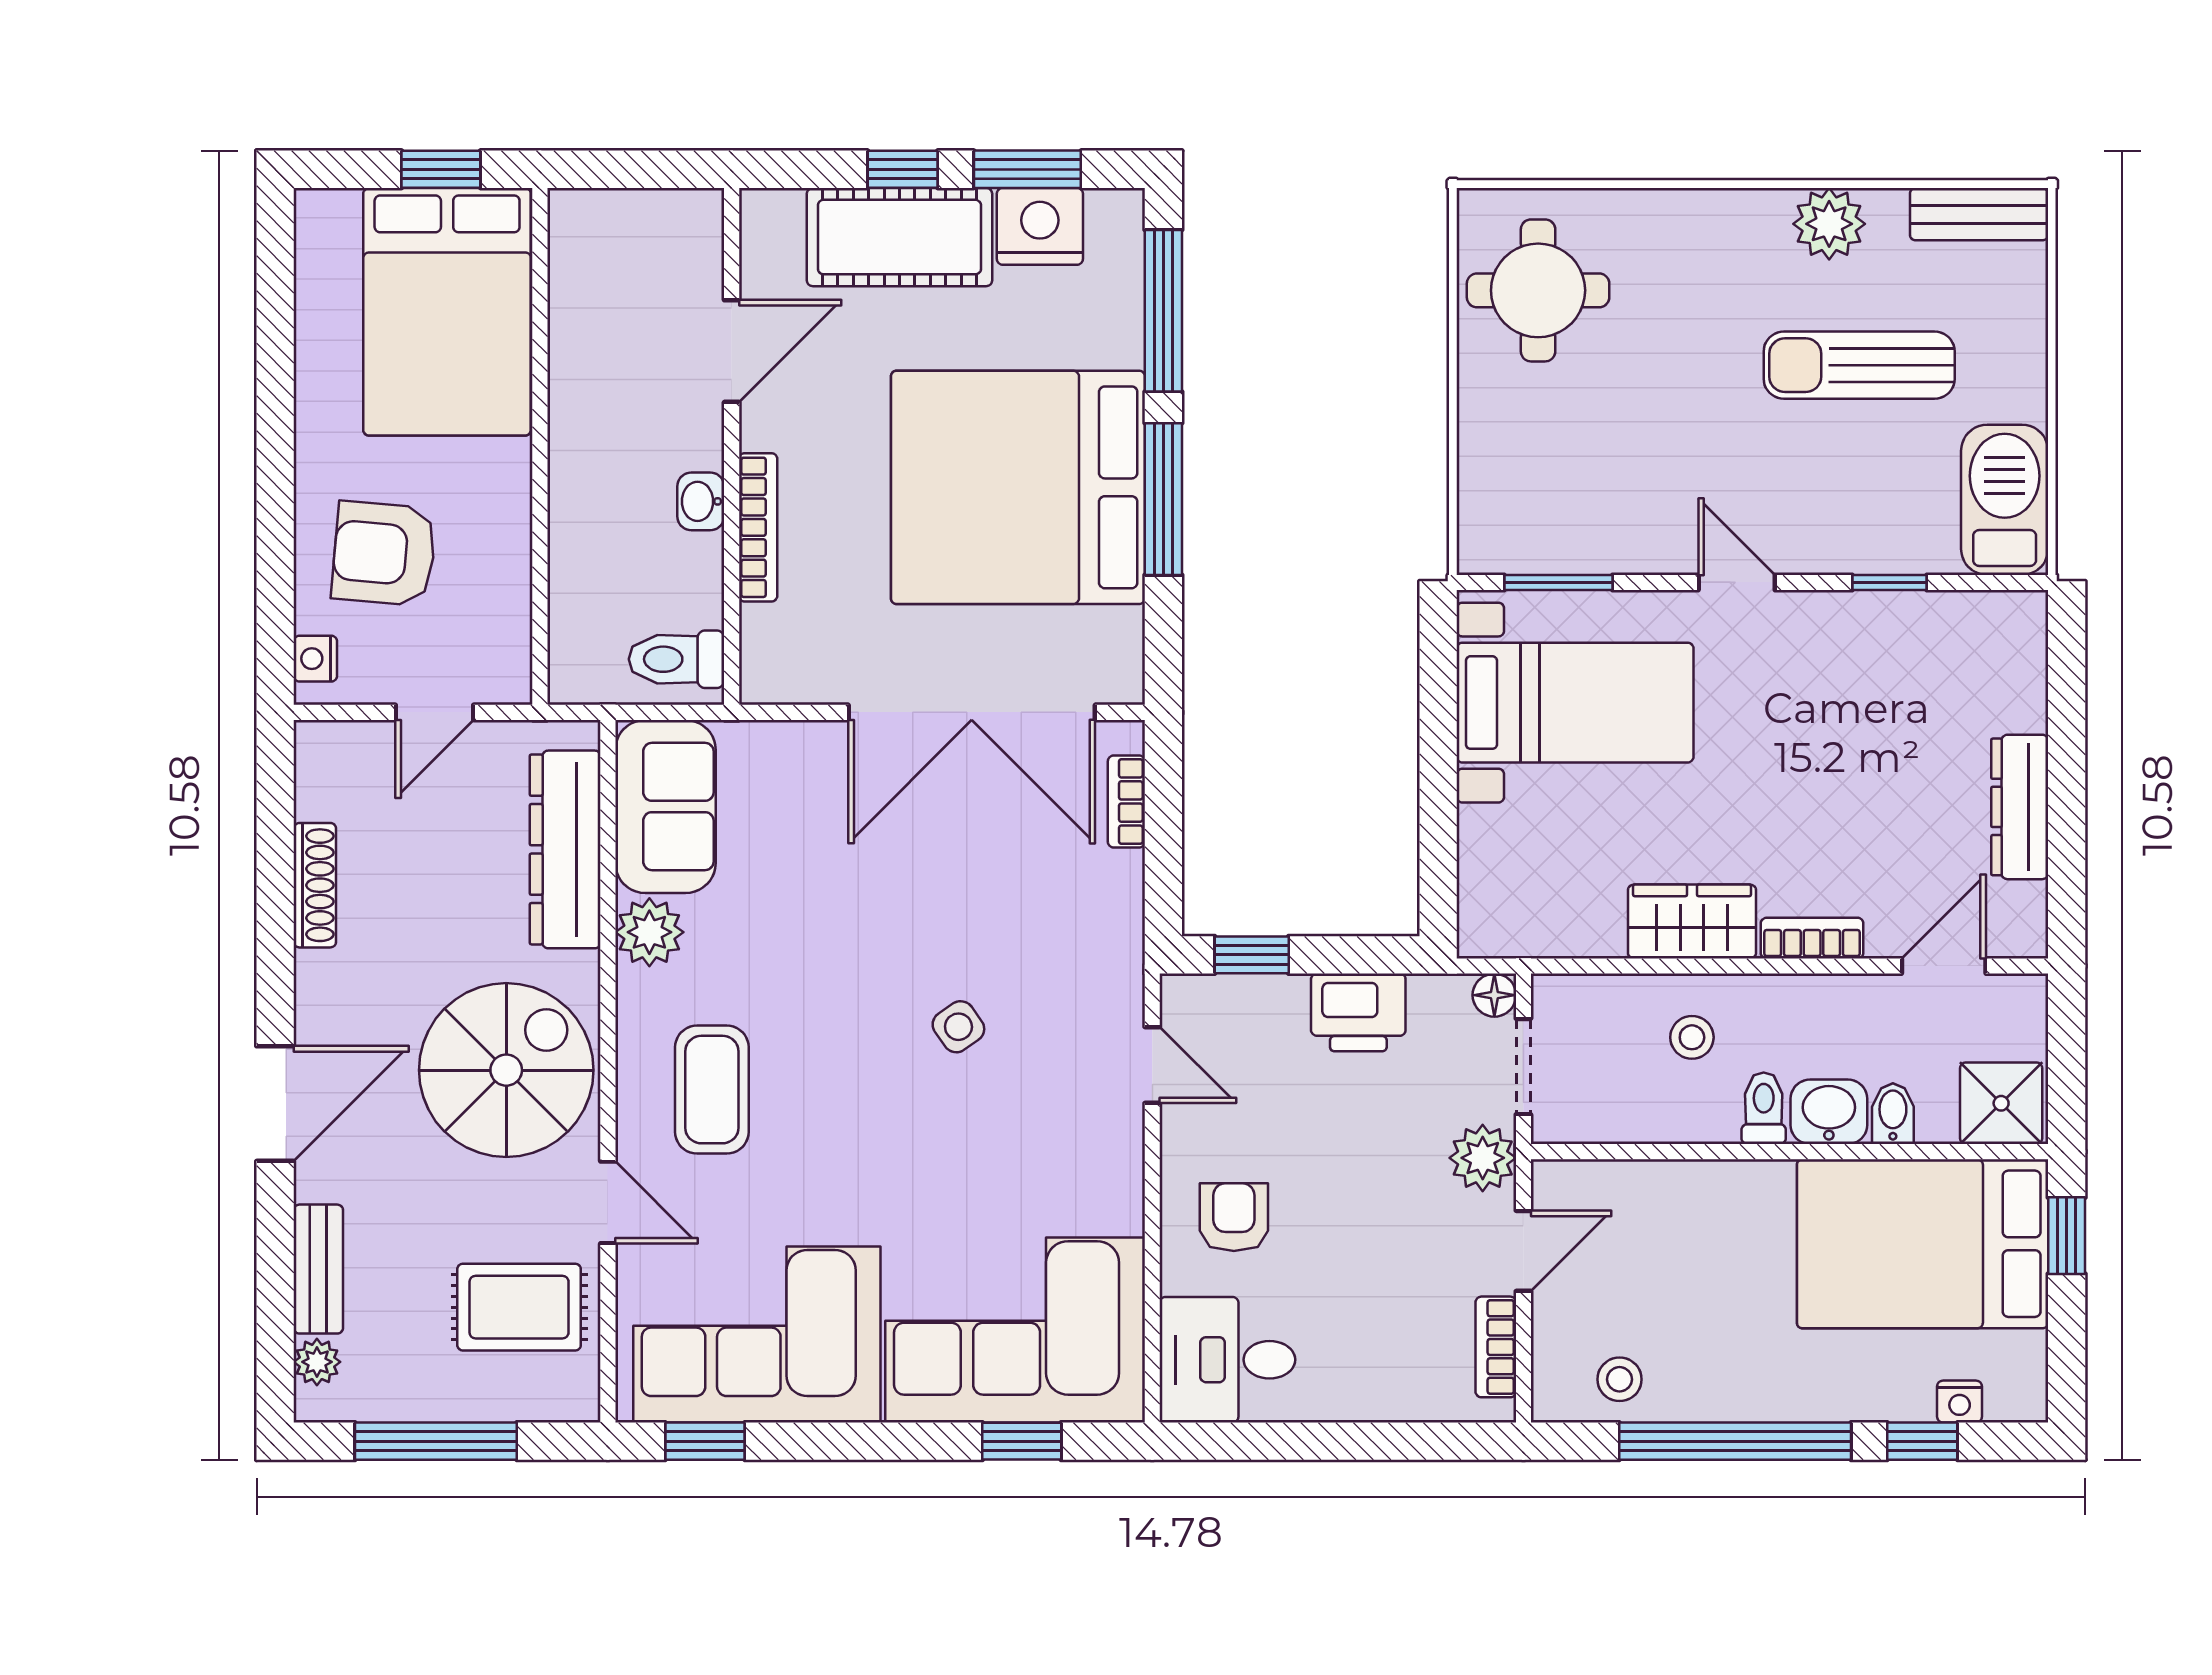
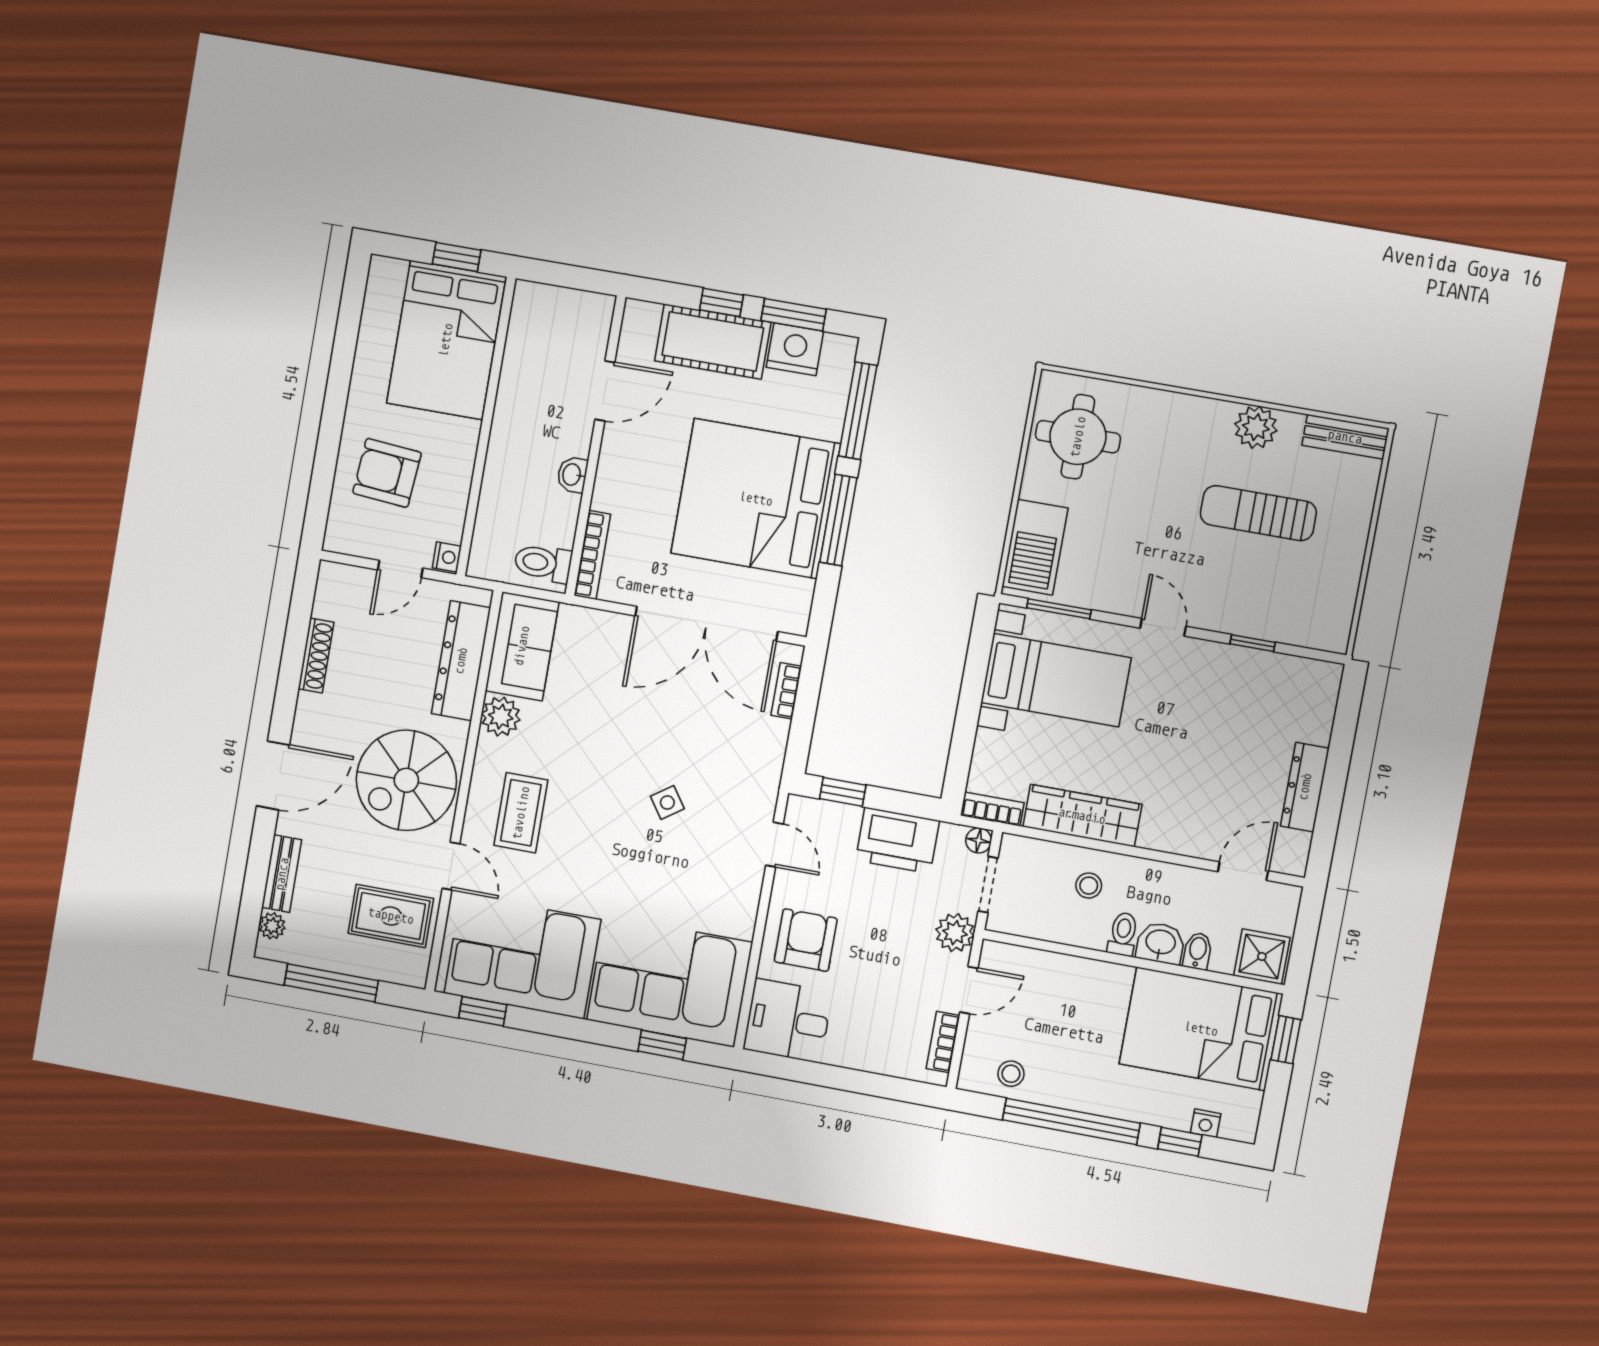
barbecue: (2005, 500) -> (1035, 547), moved, turned 180
bookcase: (758, 527) -> (592, 555), moved
nightstand: (315, 659) -> (447, 557), moved, turned 180
wardrobe: (1692, 922) -> (1082, 816), width x1.50
bookcase: (1812, 938) -> (992, 809), moved
printer: (1358, 1012) -> (897, 840), width x1.37, depth x1.19
spiral stairs: (506, 1070) -> (406, 780), turned 180
armchair: (1234, 1217) -> (806, 940), width x1.38, depth x1.38

